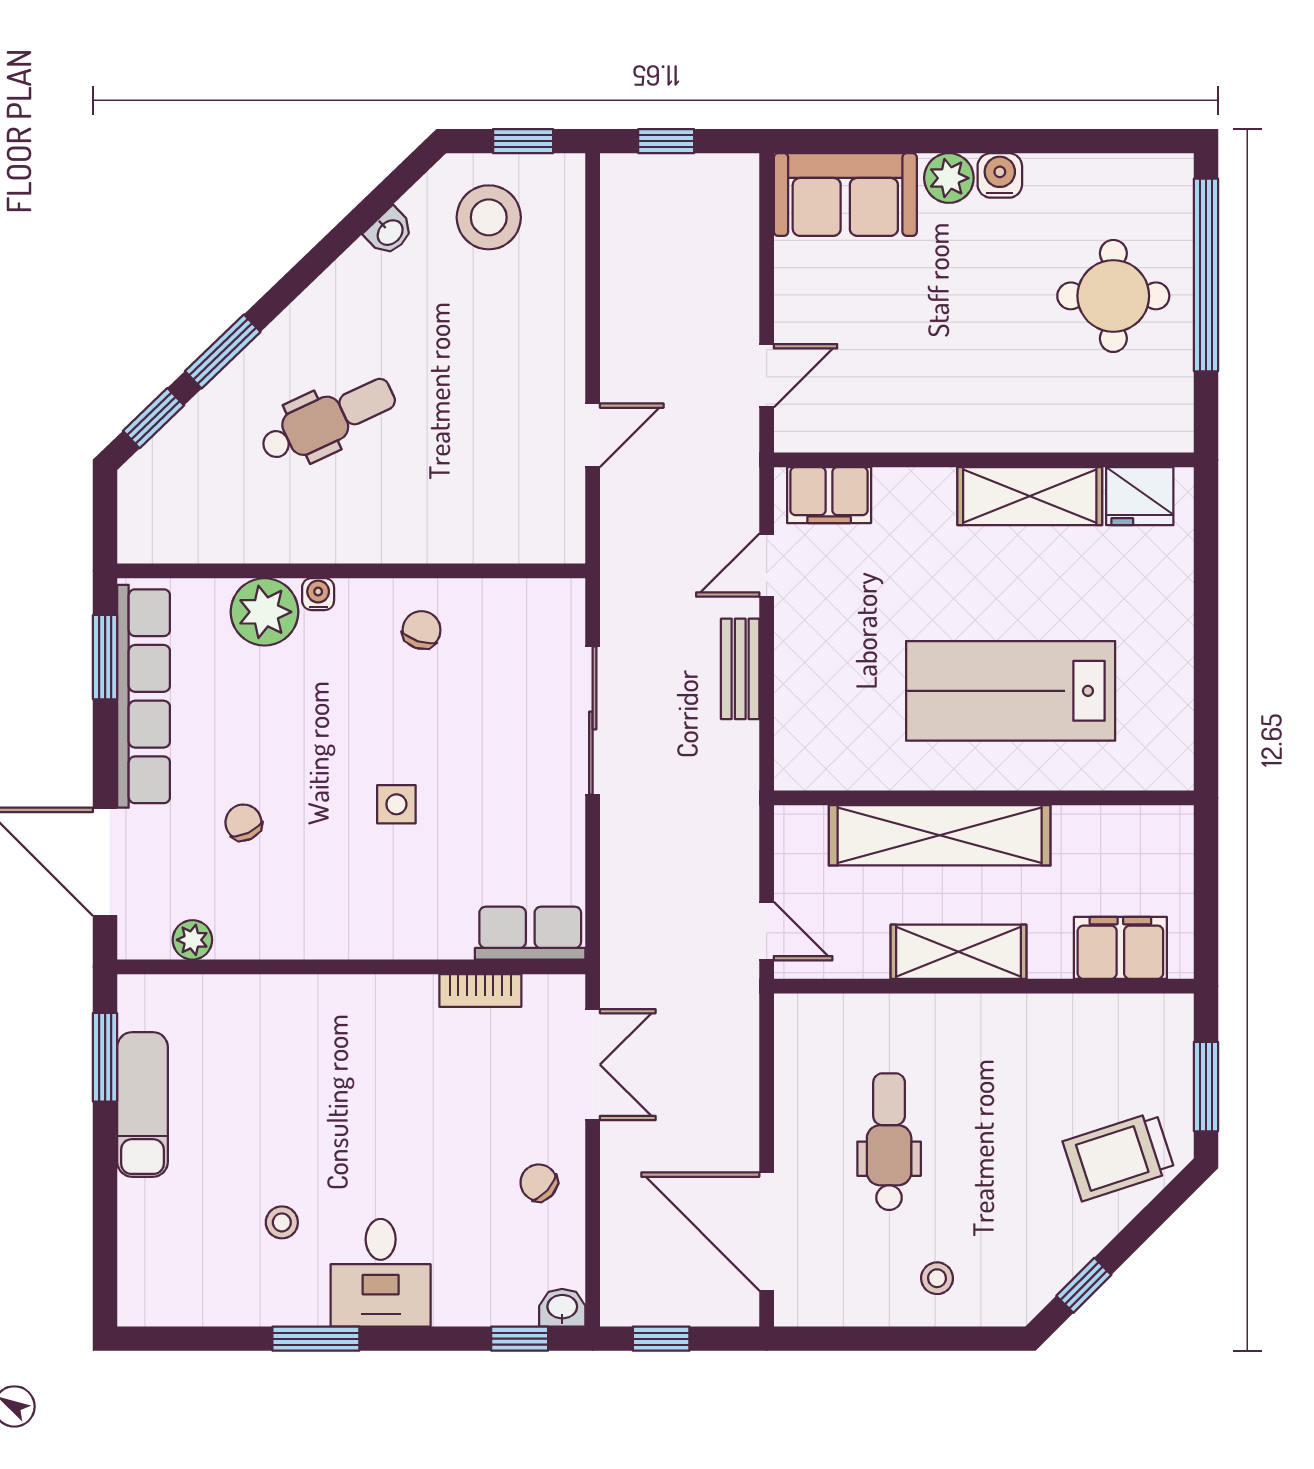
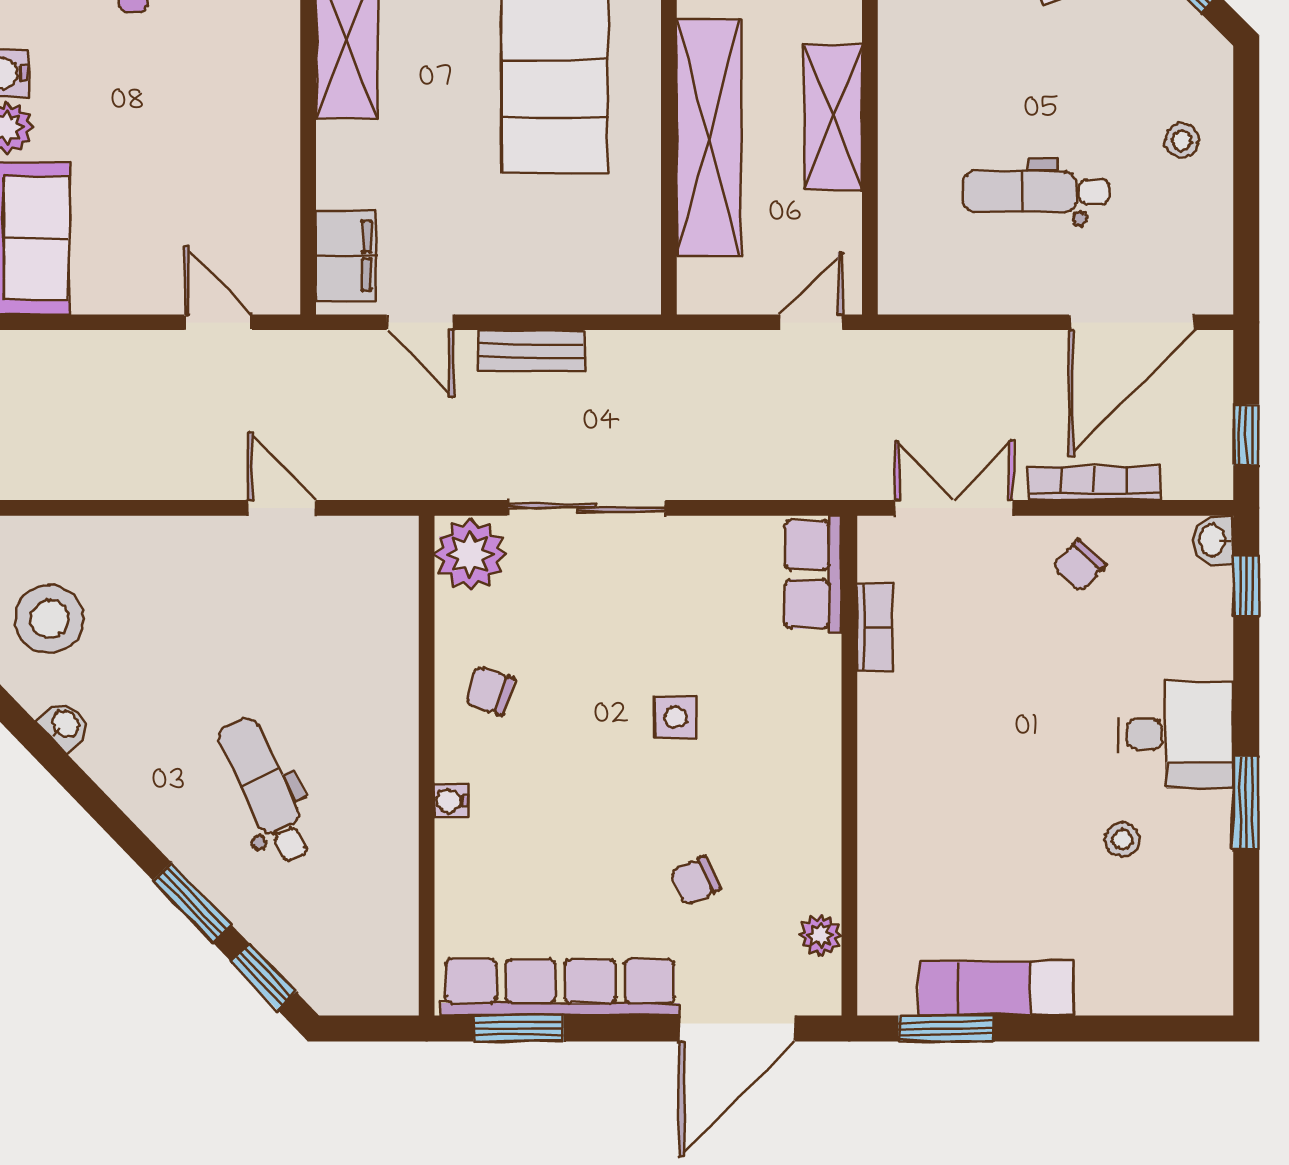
plant: (265, 612) -> (470, 555), moved
bookcase: (616, 1196) -> (1094, 483), added

